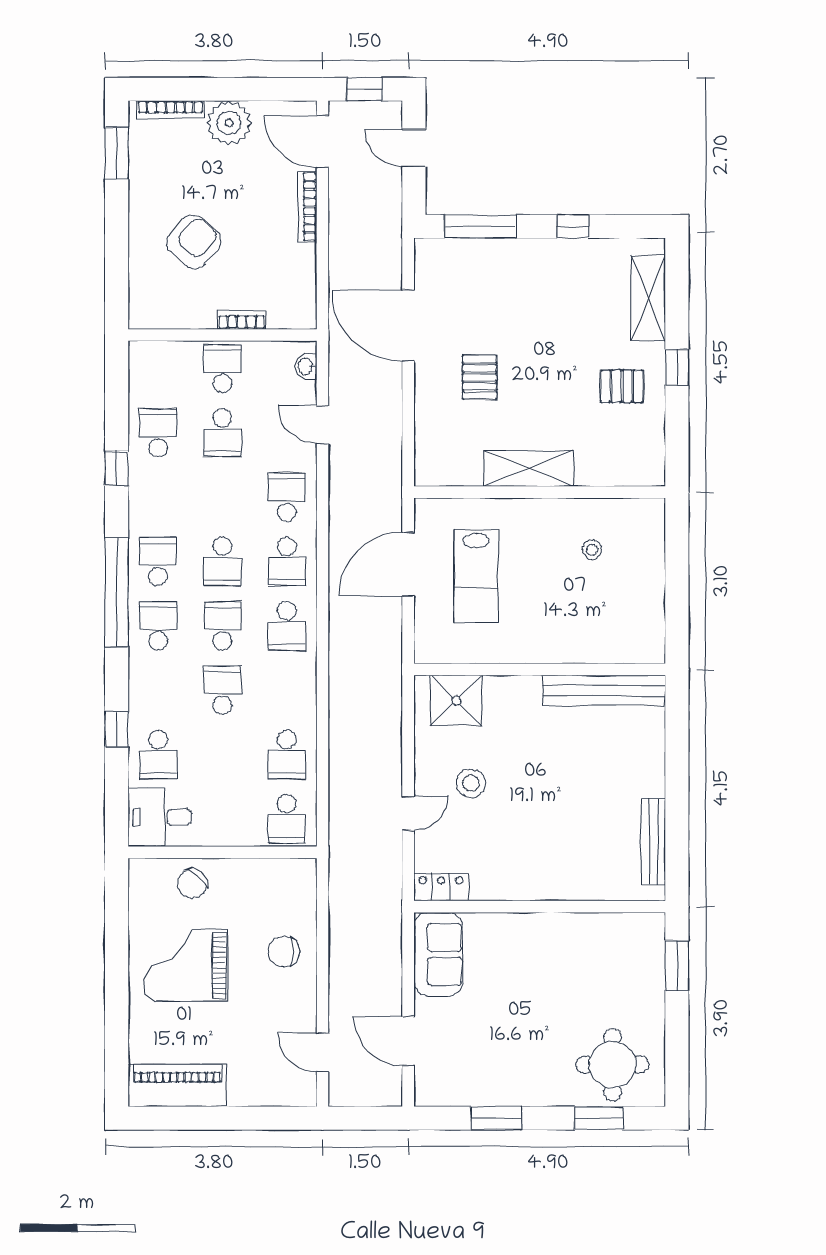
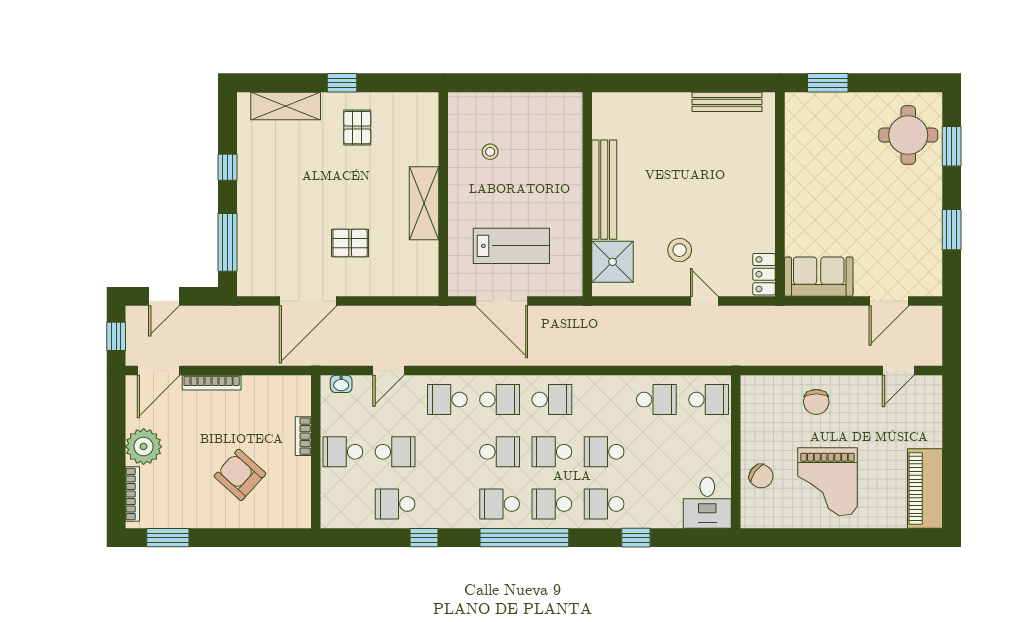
bench: (604, 690) -> (604, 190), moved
school desk: (158, 755) -> (604, 504), moved, turned 180

